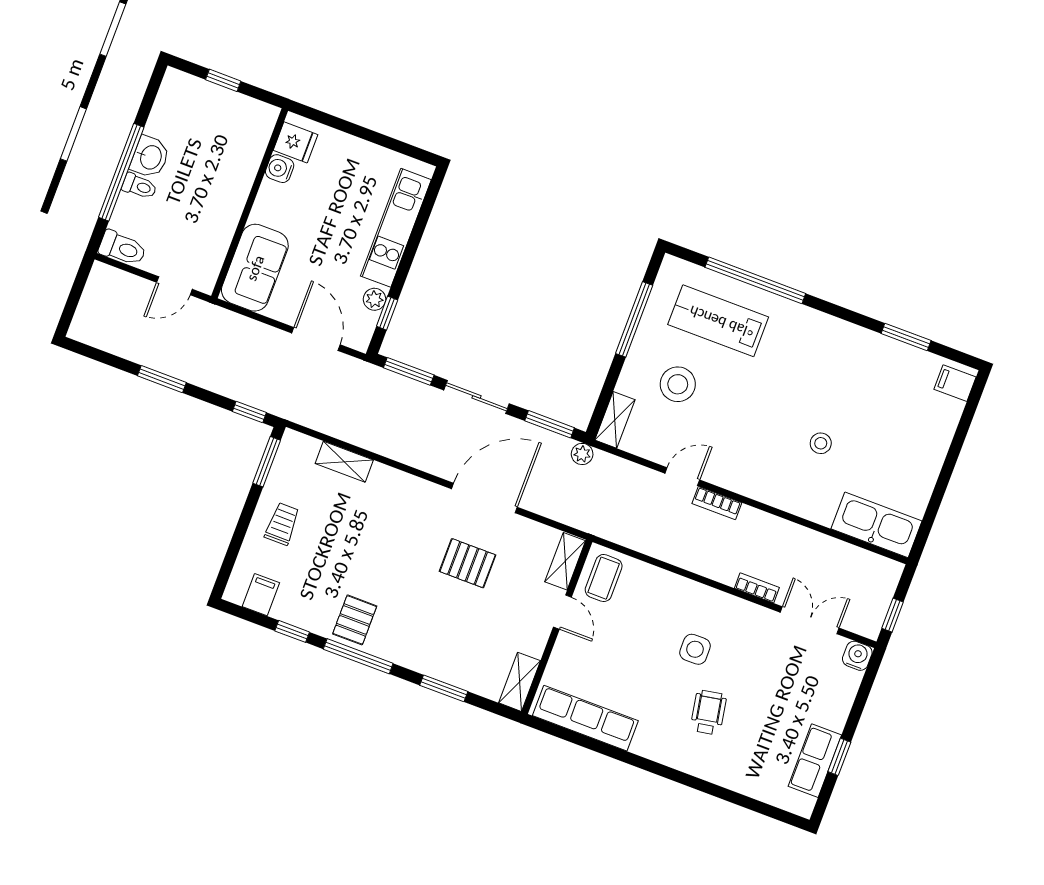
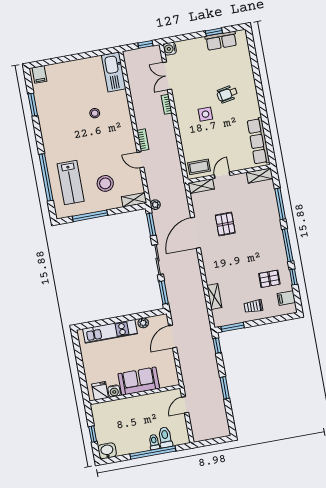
washbasin: (150, 157) -> (107, 451), moved
toilet: (122, 248) -> (165, 437), moved
sofa: (255, 268) -> (139, 381), moved
door: (174, 286) -> (185, 405), swing flipped
window: (387, 313) -> (146, 315), removed
door: (484, 498) -> (196, 233), hinge flipped
pallet: (355, 620) -> (269, 279), moved
window: (444, 688) -> (280, 204), width x1.44

